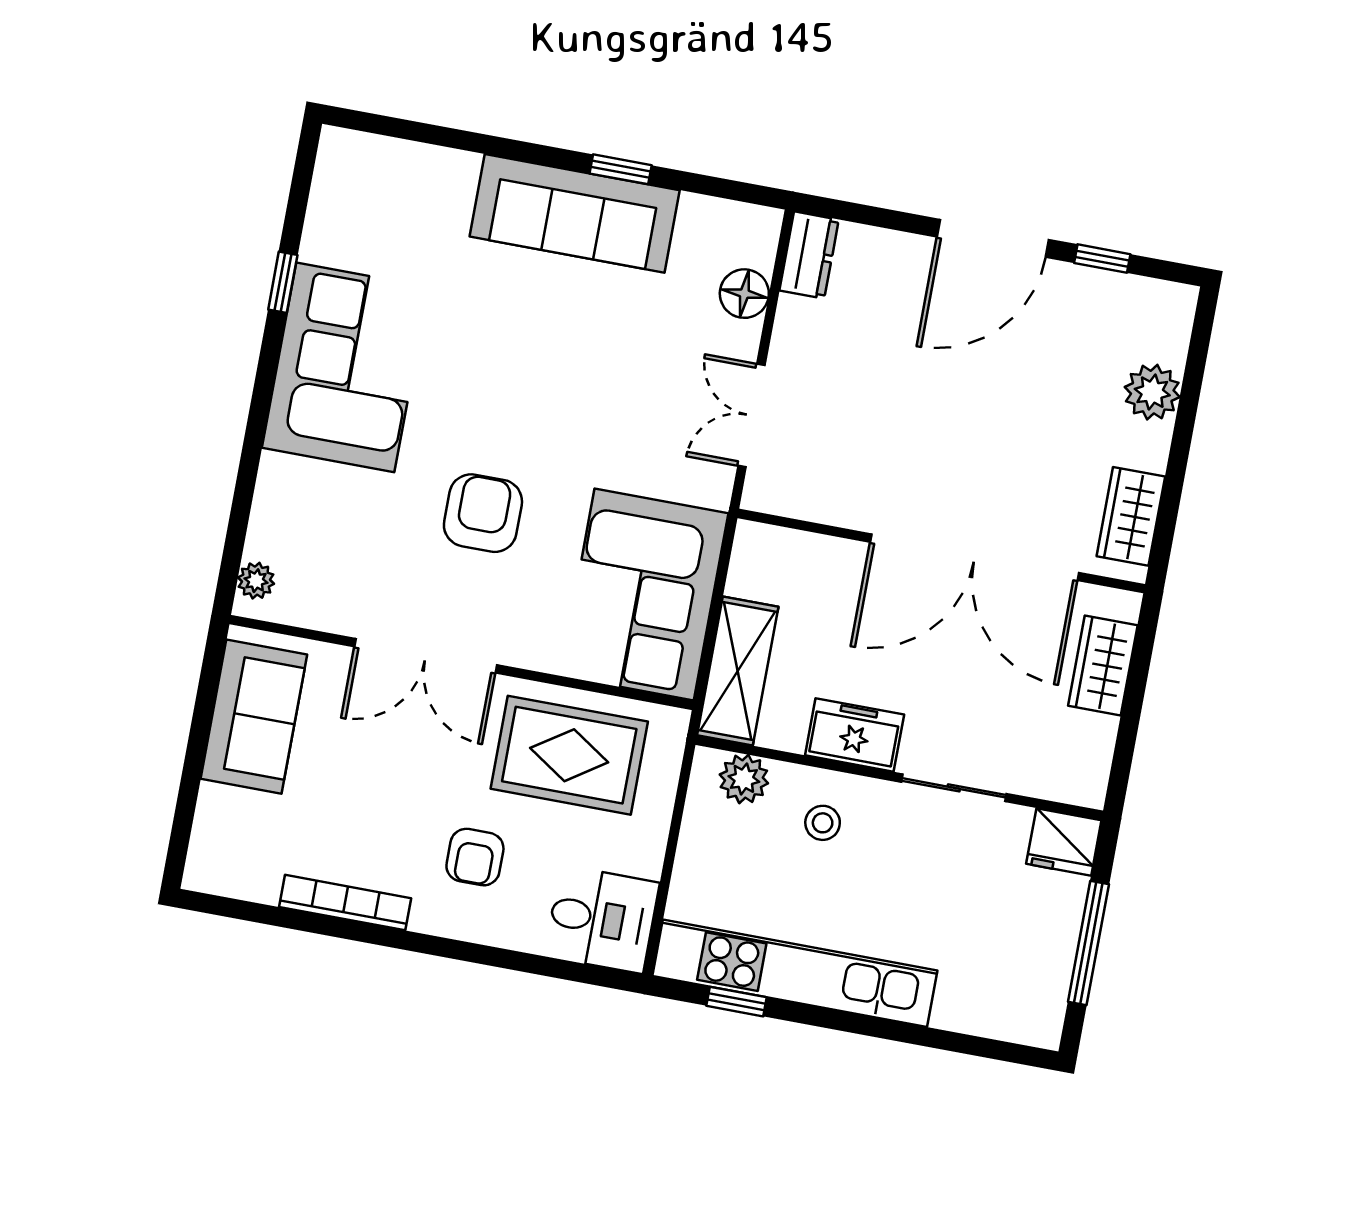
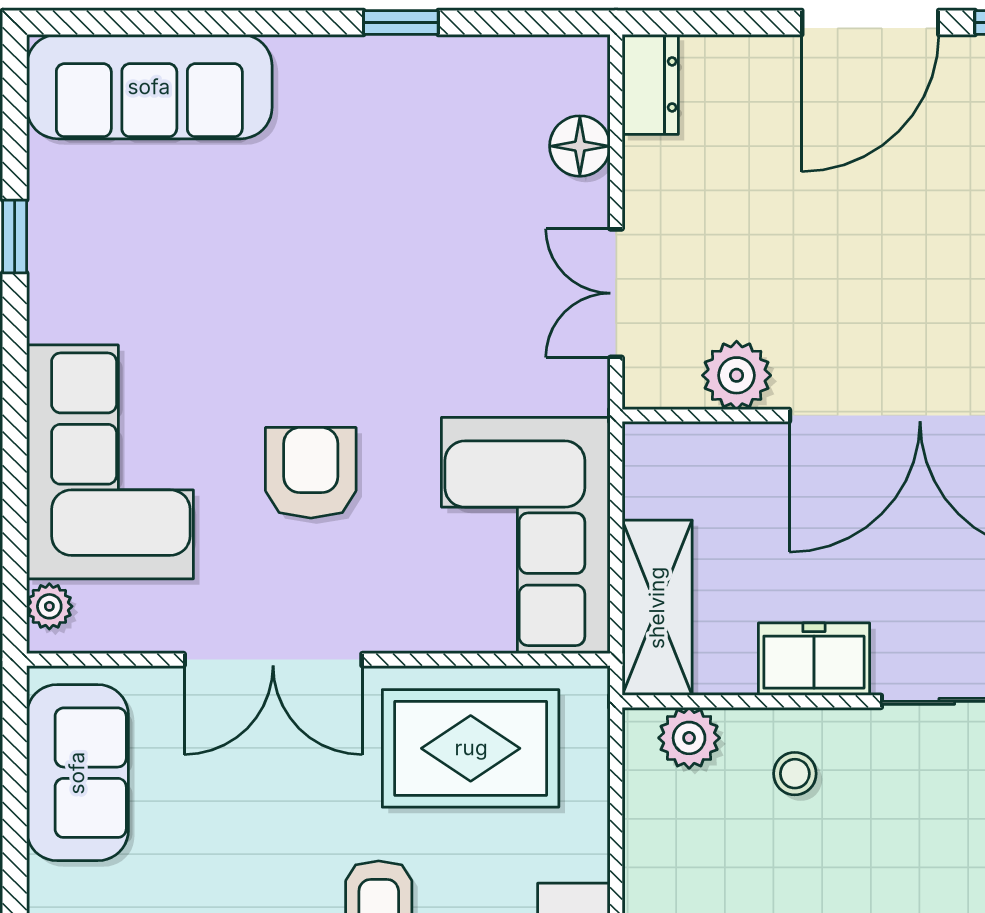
sofa: (575, 213) -> (149, 87), moved
corner sofa: (345, 367) -> (110, 462), moved
plant: (835, 498) -> (737, 375), added

